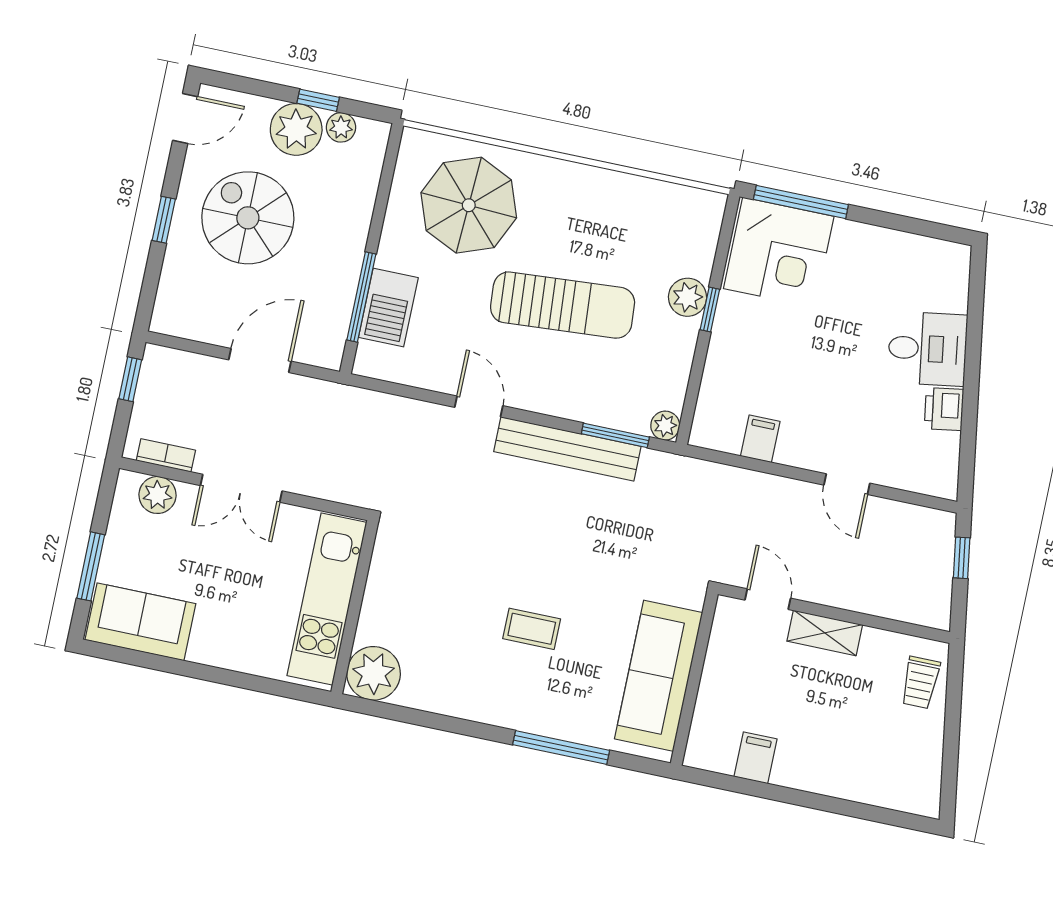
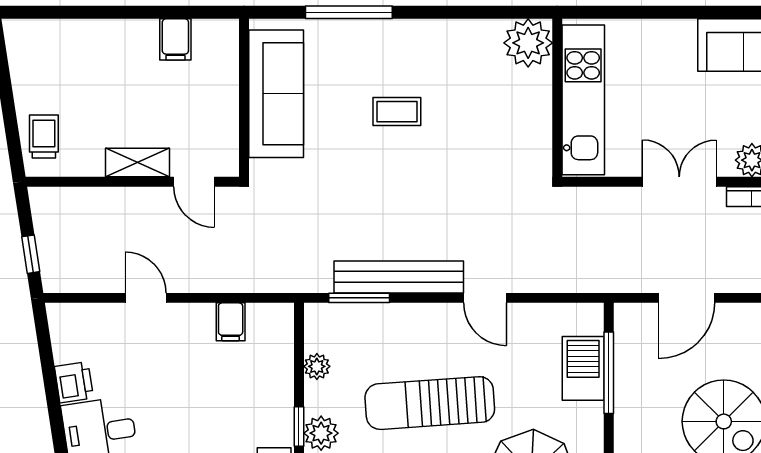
plant: (665, 426) -> (317, 366), moved

